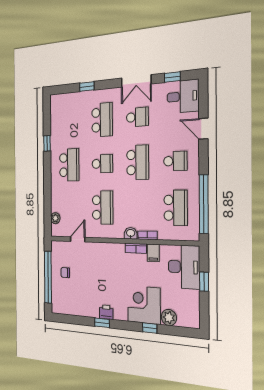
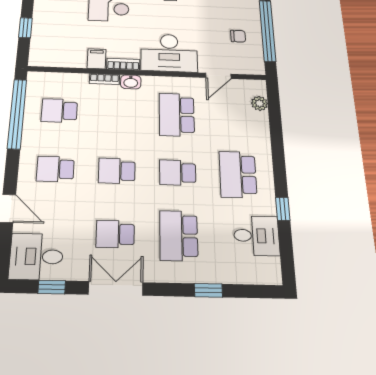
desk: (61, 124) -> (256, 236), added
school desk: (138, 162) -> (117, 171), width x0.54
school desk: (176, 208) -> (59, 111), width x0.54
desk: (184, 267) -> (169, 53), moved, turned -90

